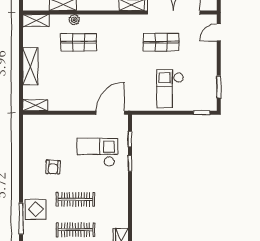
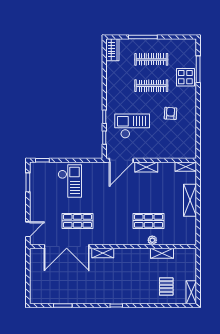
shelving: (36, 20) -> (146, 167), moved
checkout: (98, 152) -> (132, 126), turned 180

